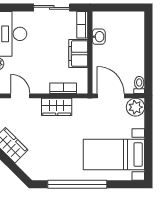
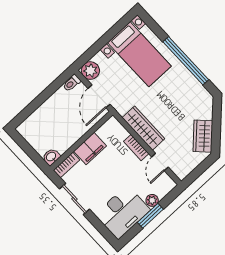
washbasin: (99, 37) -> (51, 157), moved
bookcase: (63, 88) -> (136, 148), moved
wardrobe: (57, 107) -> (143, 128), width x1.50

